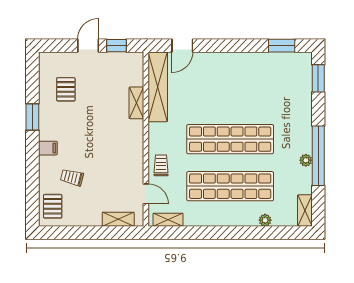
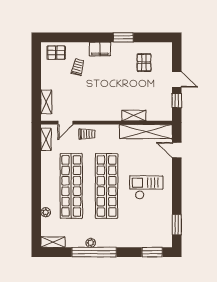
checkout: (232, 86) -> (146, 187), added
pallet: (66, 89) -> (144, 63), turned 90
filing cabinet: (48, 148) -> (100, 49), width x2.00

